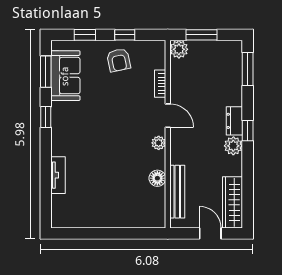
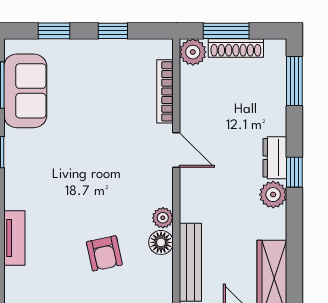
shoe rack: (208, 47) -> (236, 48), added
armchair: (119, 60) -> (104, 253), moved
bookcase: (160, 84) -> (165, 91), width x1.56
plant: (159, 143) -> (163, 218), moved

